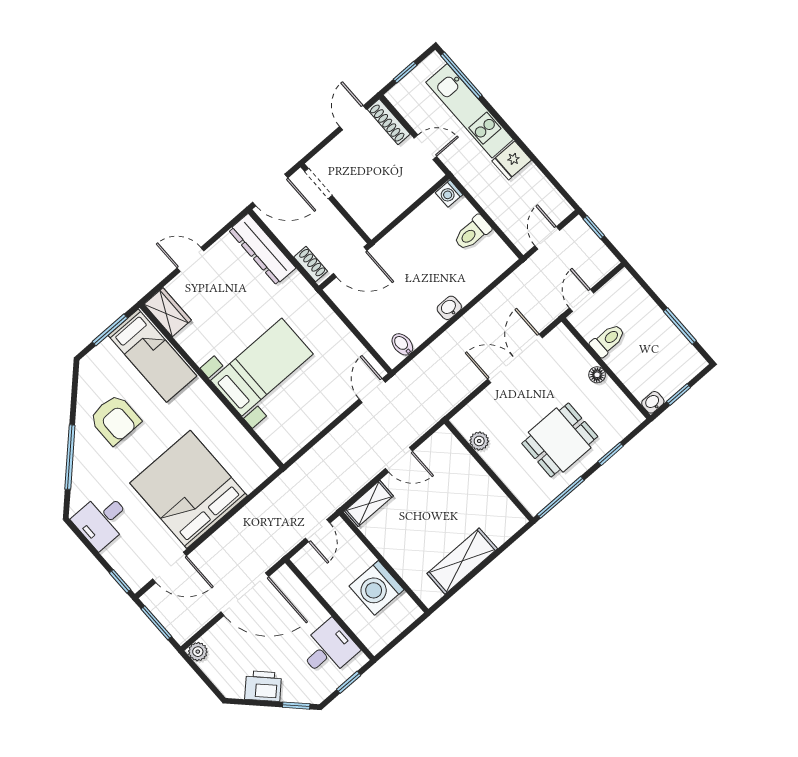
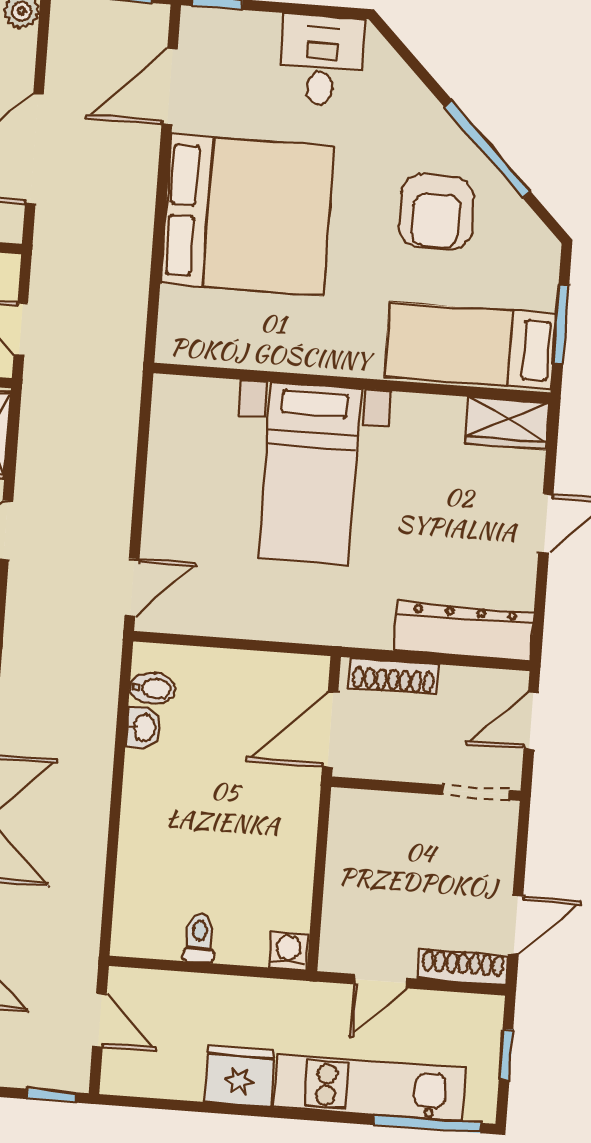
door: (353, 118) -> (516, 925), hinge flipped
fridge: (512, 160) -> (239, 1076), width x1.38
door: (270, 190) -> (531, 721), width x0.73
toilet: (472, 233) -> (199, 938), width x0.73, depth x0.72
shoe rack: (311, 264) -> (393, 676), width x1.43
washbasin: (449, 308) -> (143, 728), moved
door: (372, 391) -> (132, 587), hinge flipped
armchair: (115, 419) -> (436, 212), turned -90
window: (70, 457) -> (487, 149), moved

